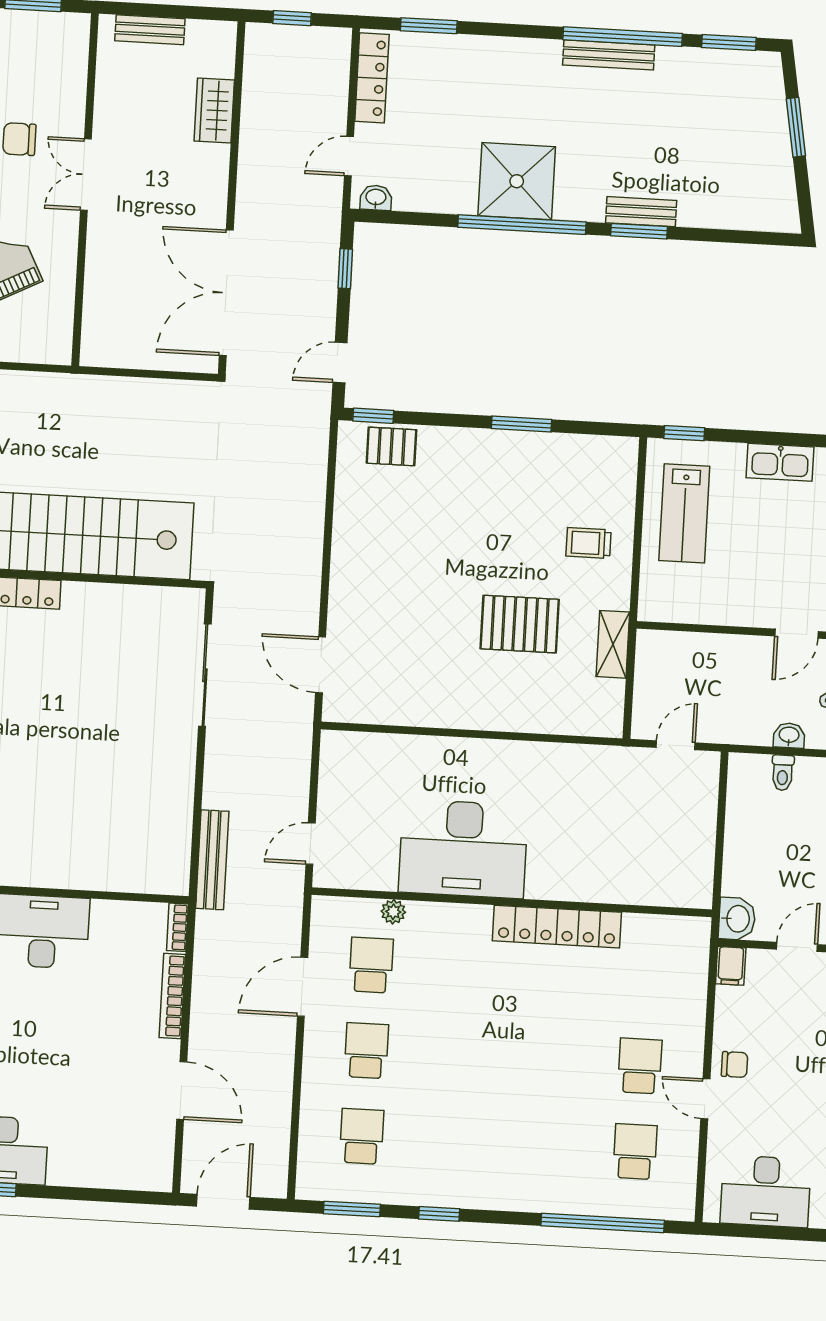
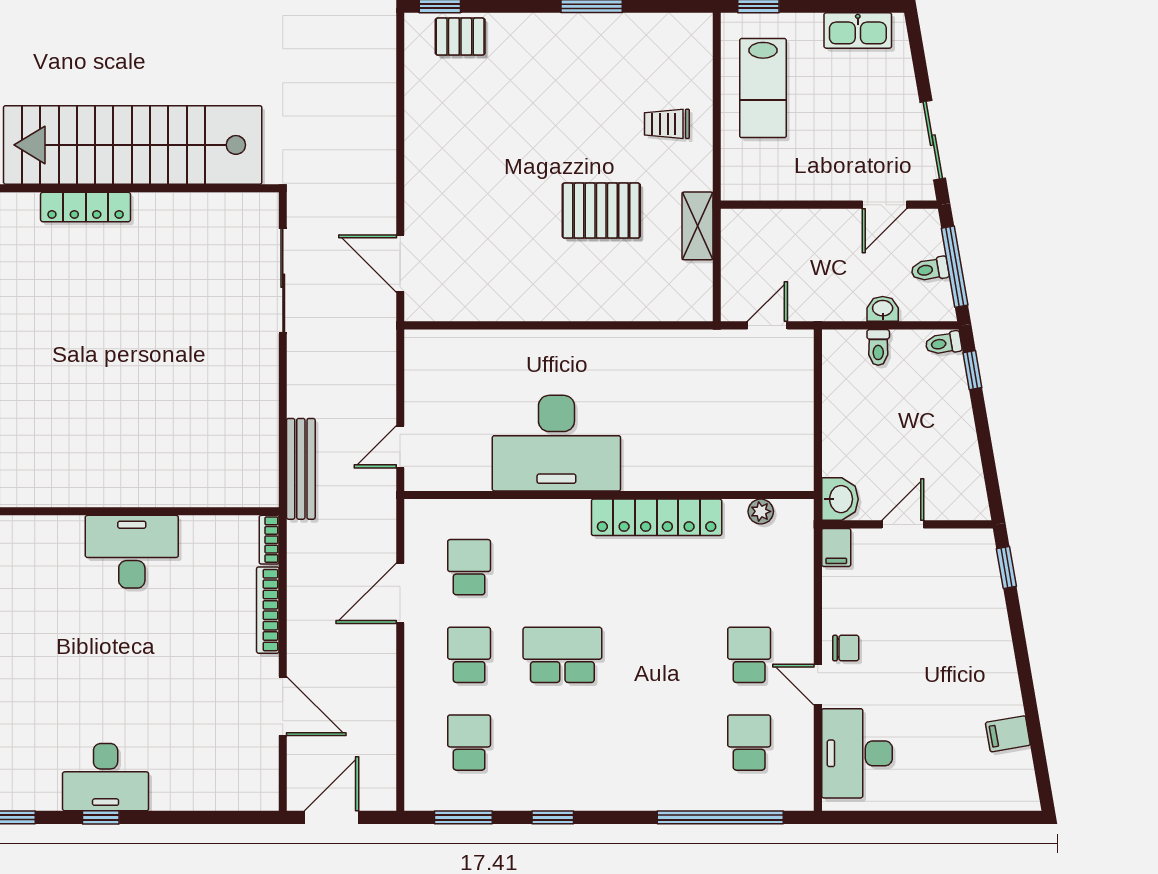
plant: (393, 912) -> (761, 511), moved
school desk: (458, 1056) -> (562, 655), added
desk: (766, 1191) -> (857, 753), moved, turned 90

